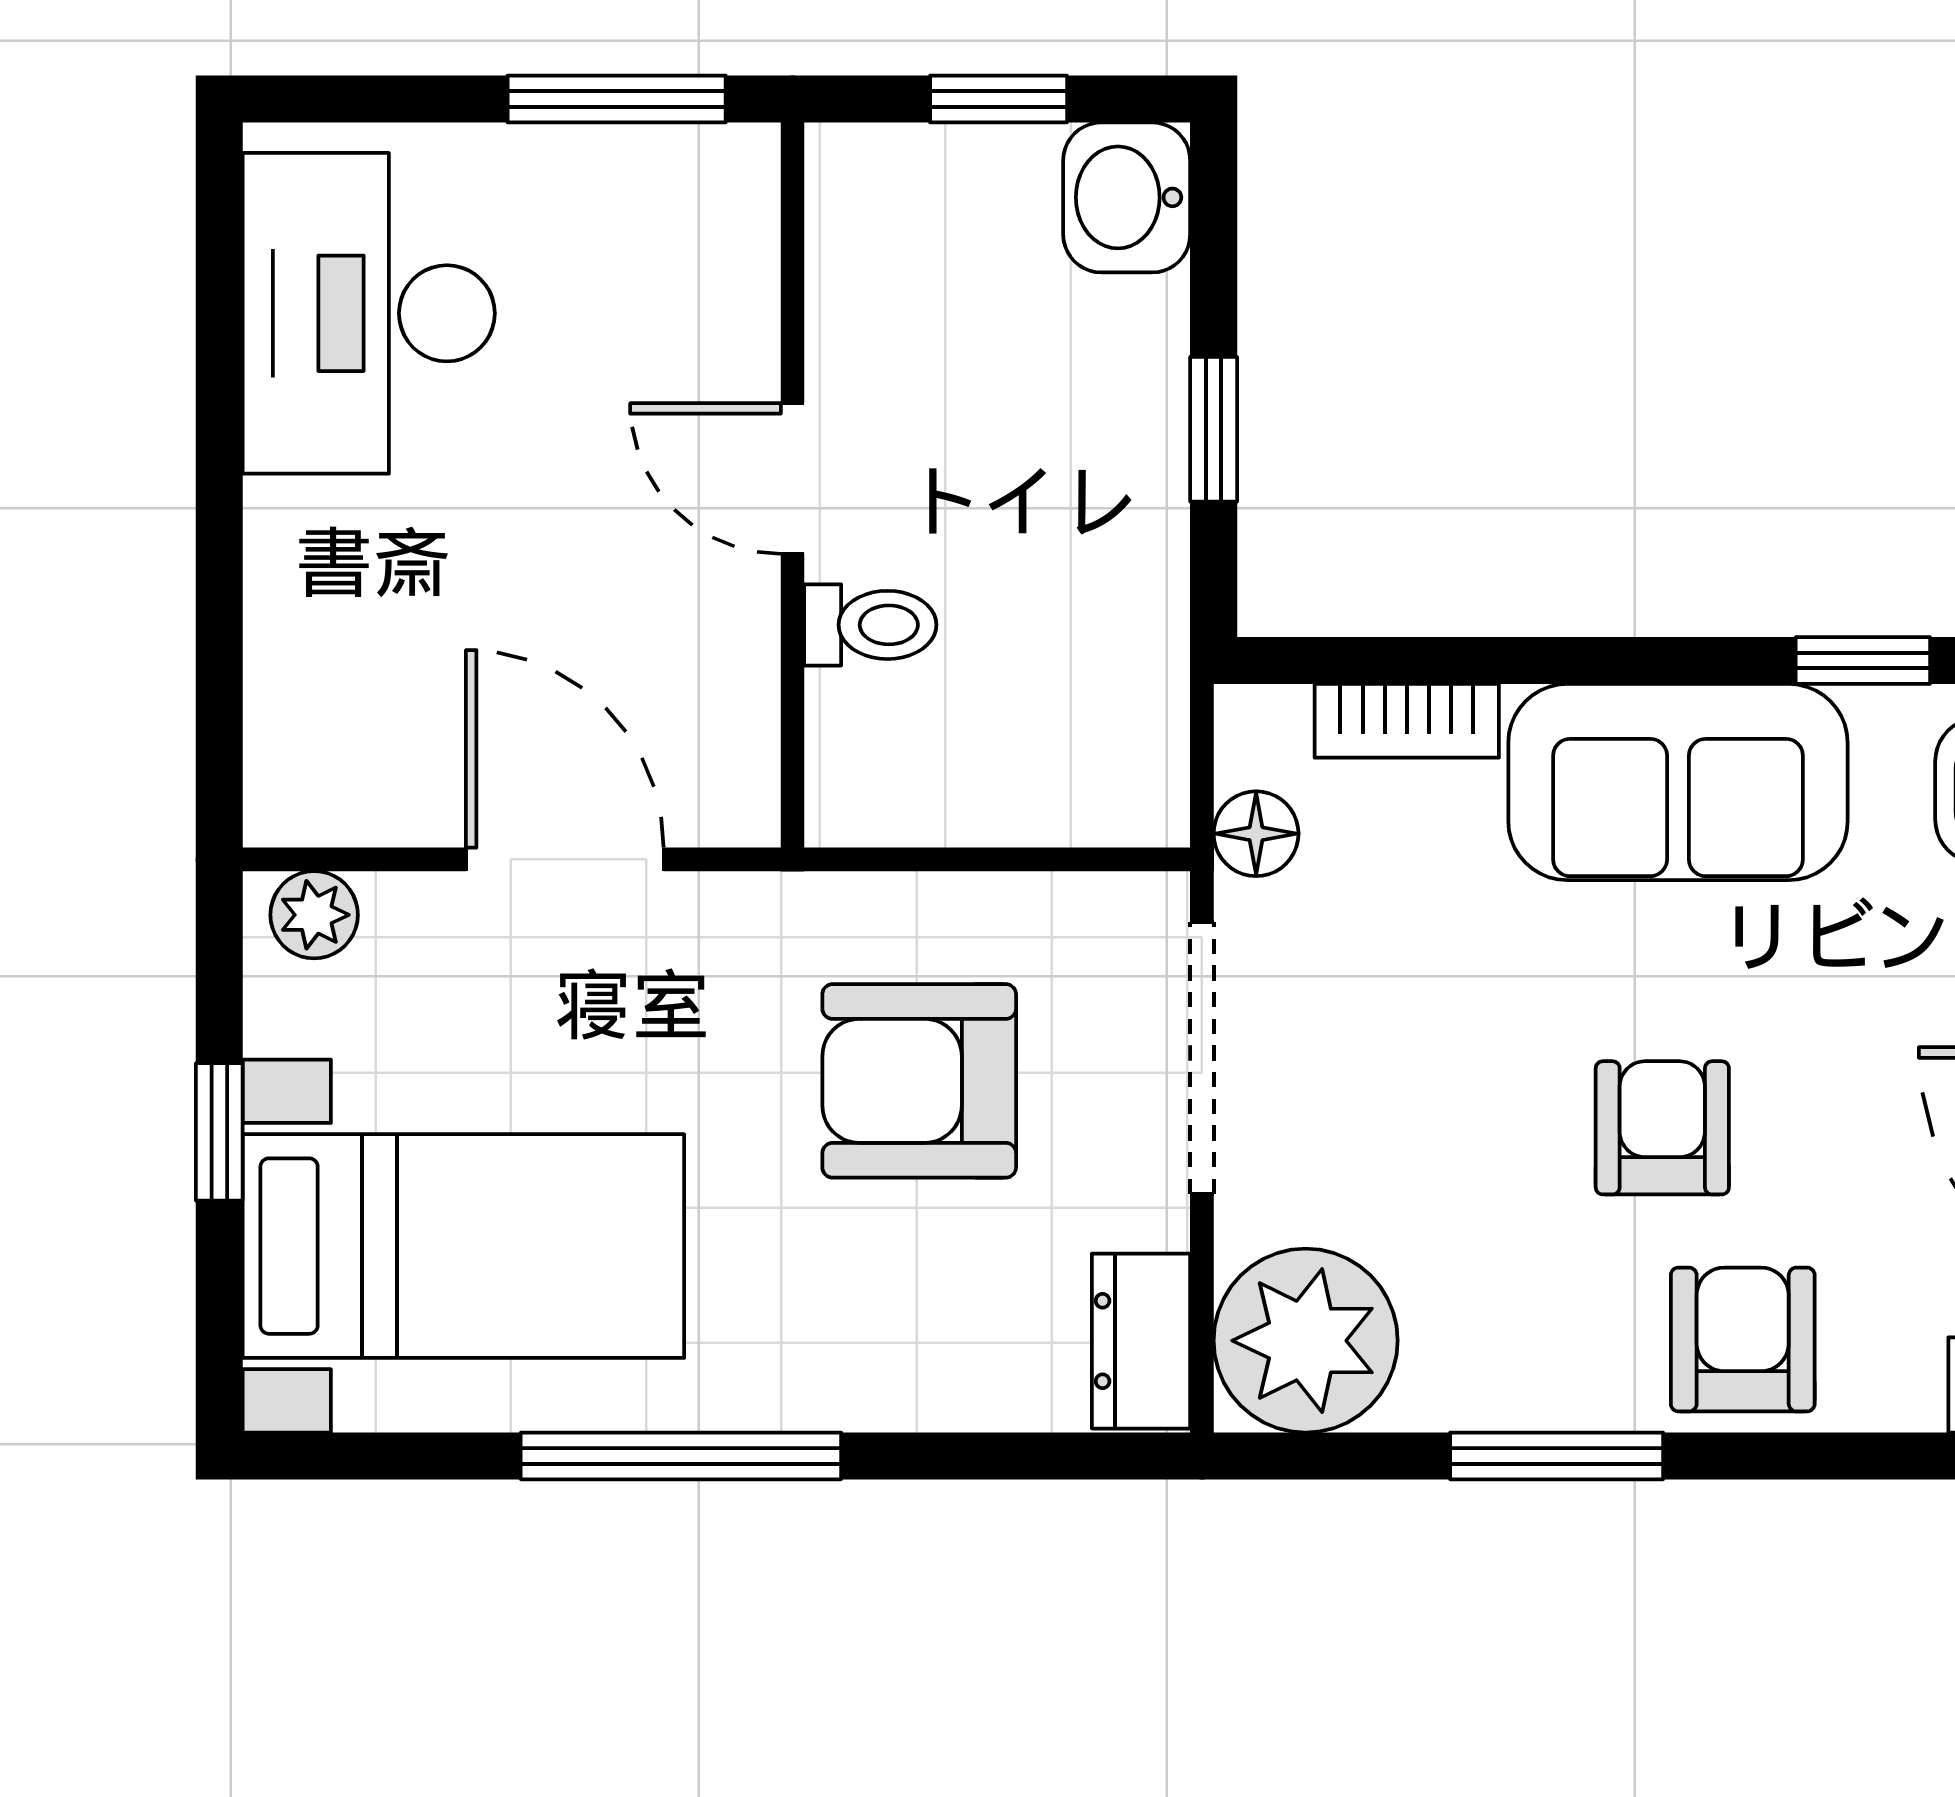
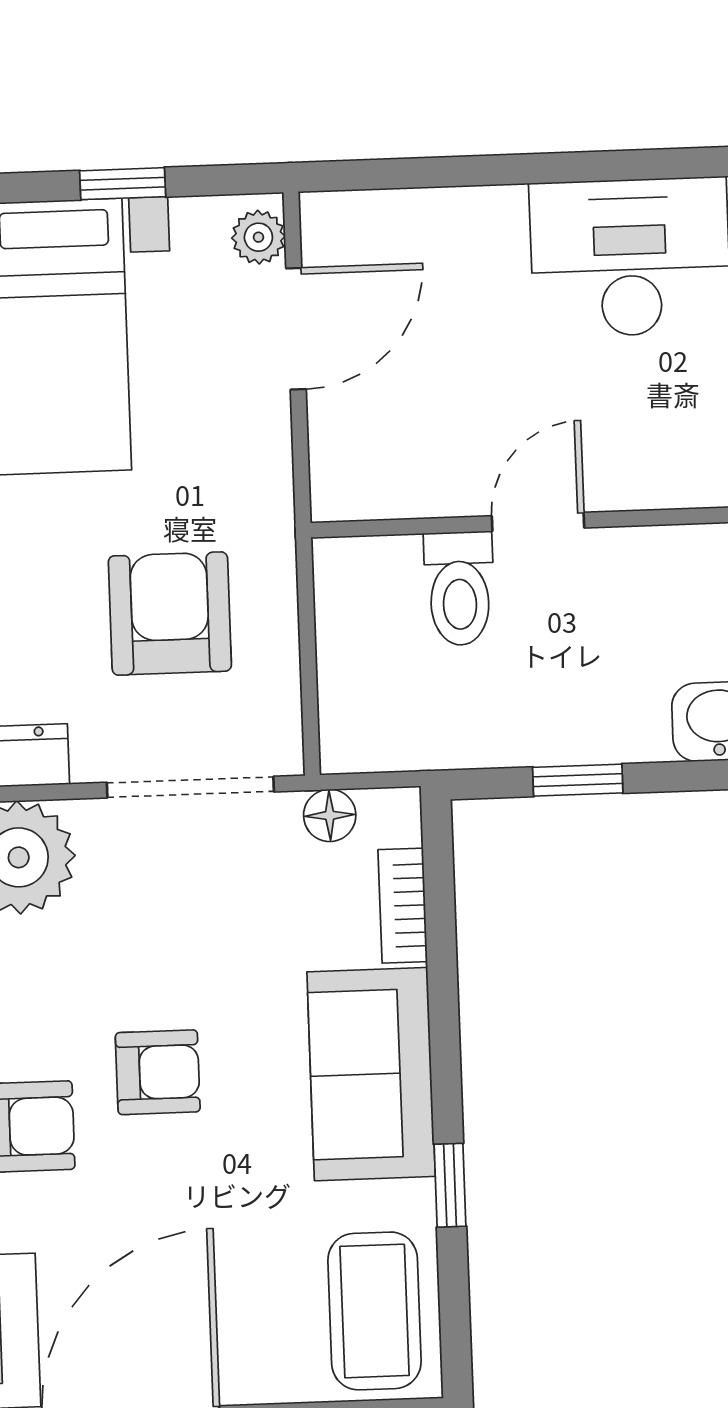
toilet: (870, 625) -> (459, 588), width x1.37, depth x1.39
door: (565, 859) -> (296, 329), moved

